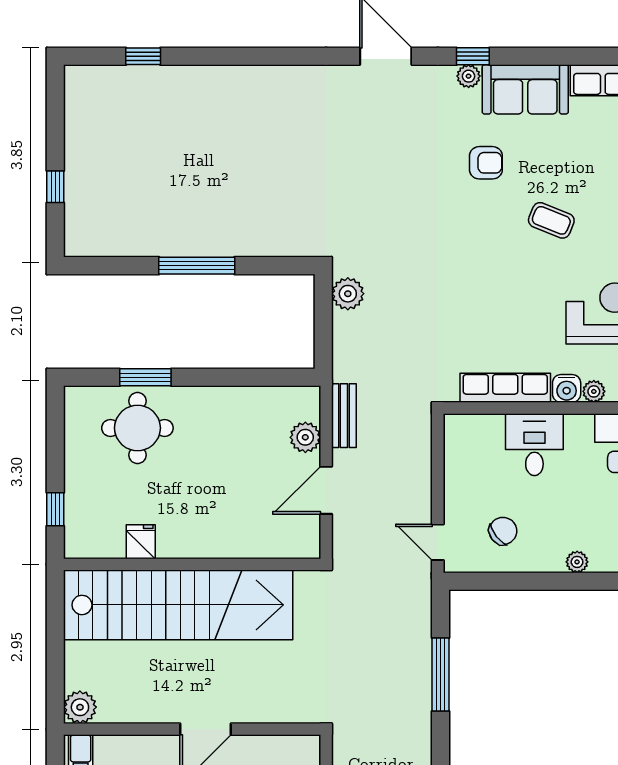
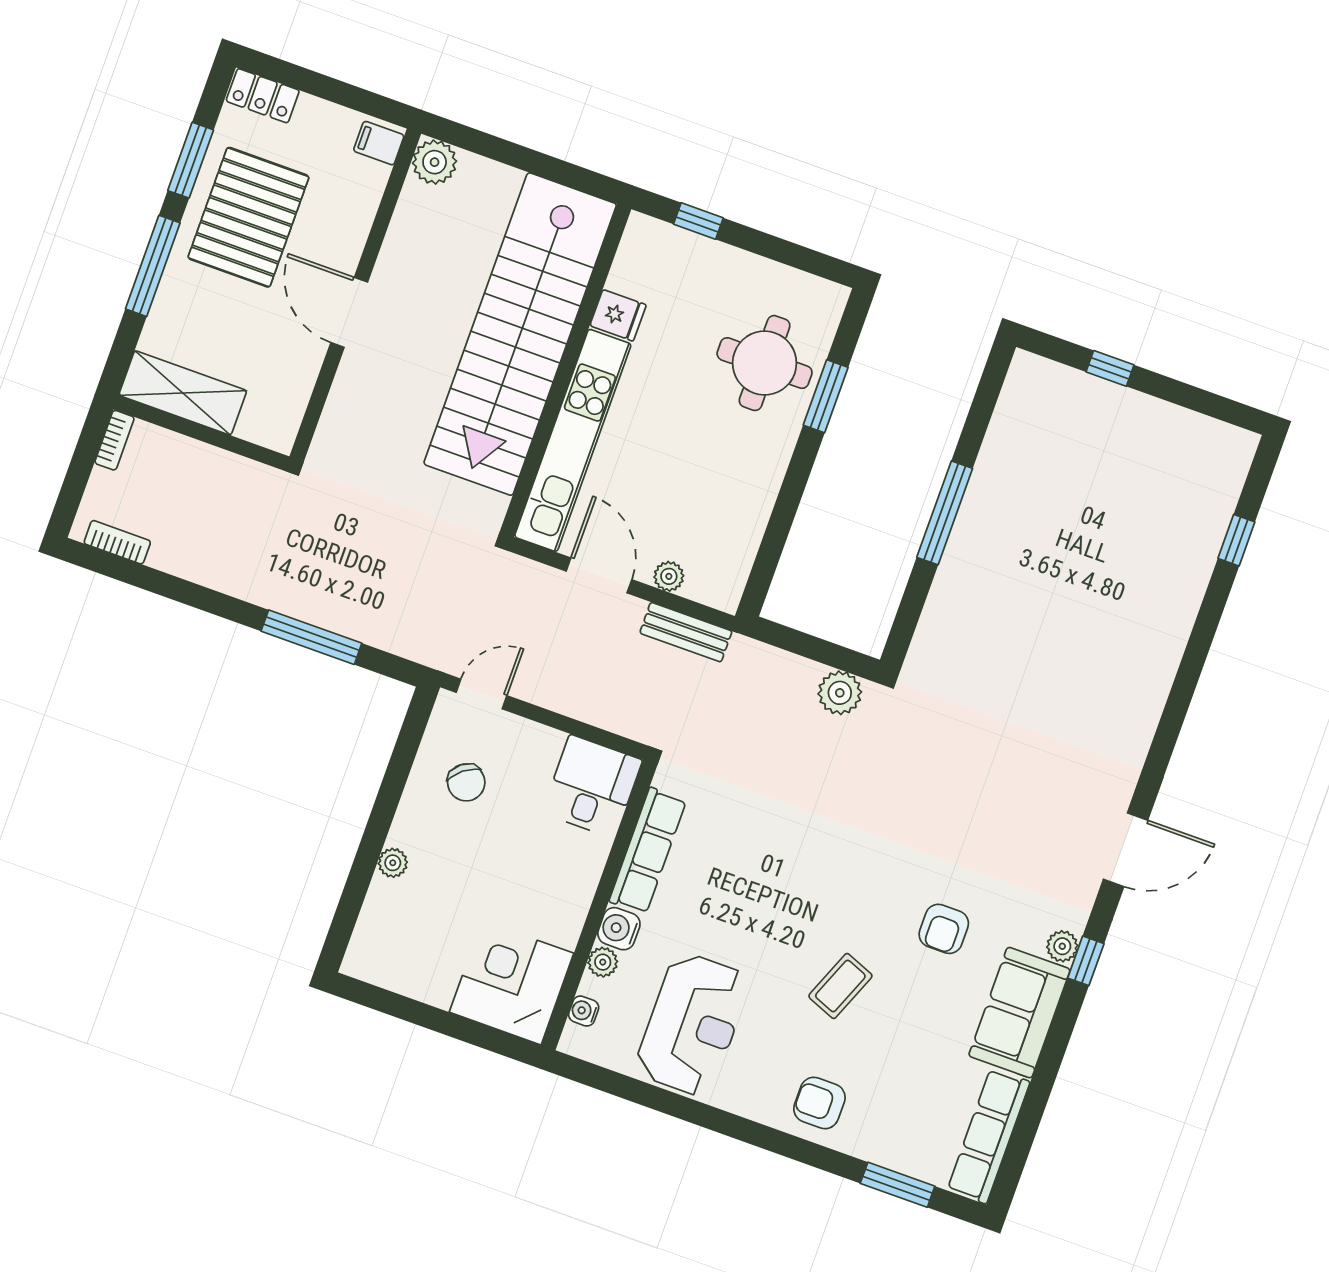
plant: (305, 437) -> (669, 576), width x0.73, depth x0.73
desk: (534, 445) -> (592, 786), moved, turned -90
kitchen unit: (239, 542) -> (573, 440), added

